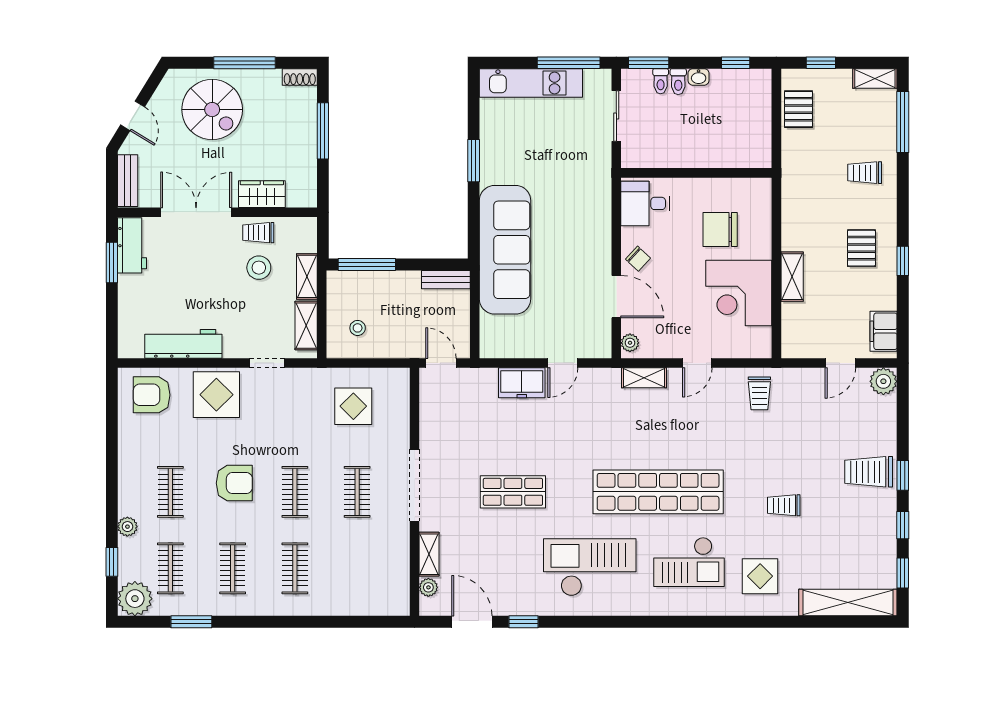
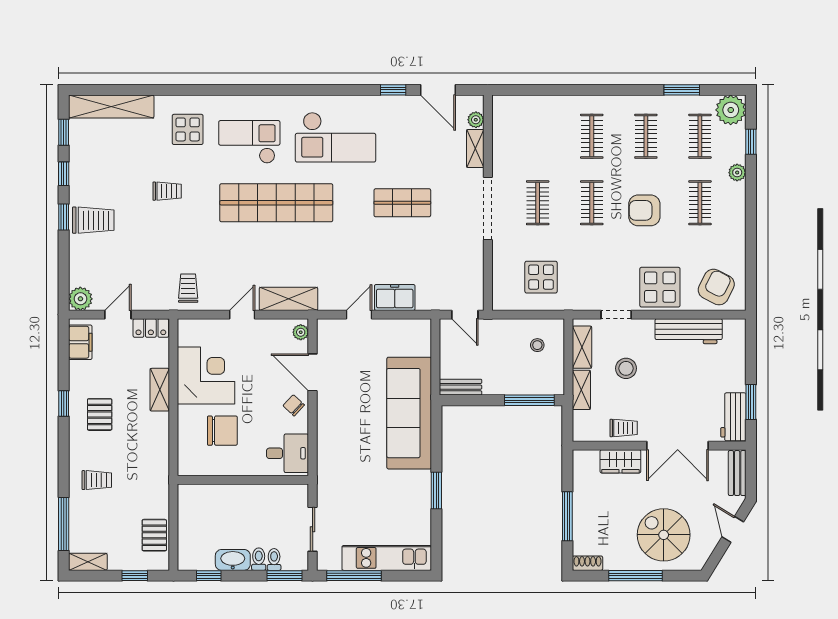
washbasin: (699, 77) -> (233, 560), width x1.91, depth x1.45
stool: (259, 268) -> (626, 368), moved
locker: (802, 348) -> (151, 328), added
shelving: (644, 378) -> (288, 299), width x1.50, depth x1.33
armchair: (152, 395) -> (716, 287), turned -63

